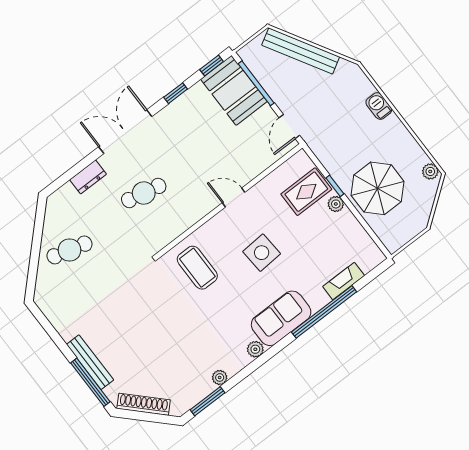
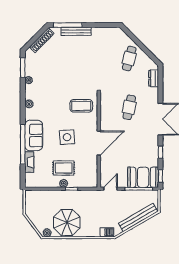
barbecue: (379, 106) -> (107, 232), moved
door: (289, 127) -> (110, 189), hinge flipped
dresser: (88, 177) -> (154, 78), moved
parasol: (378, 188) -> (67, 222), moved
rug: (306, 192) -> (64, 168), moved, turned 90
door: (234, 197) -> (99, 143), width x1.87
sofa: (281, 318) -> (34, 135), moved

